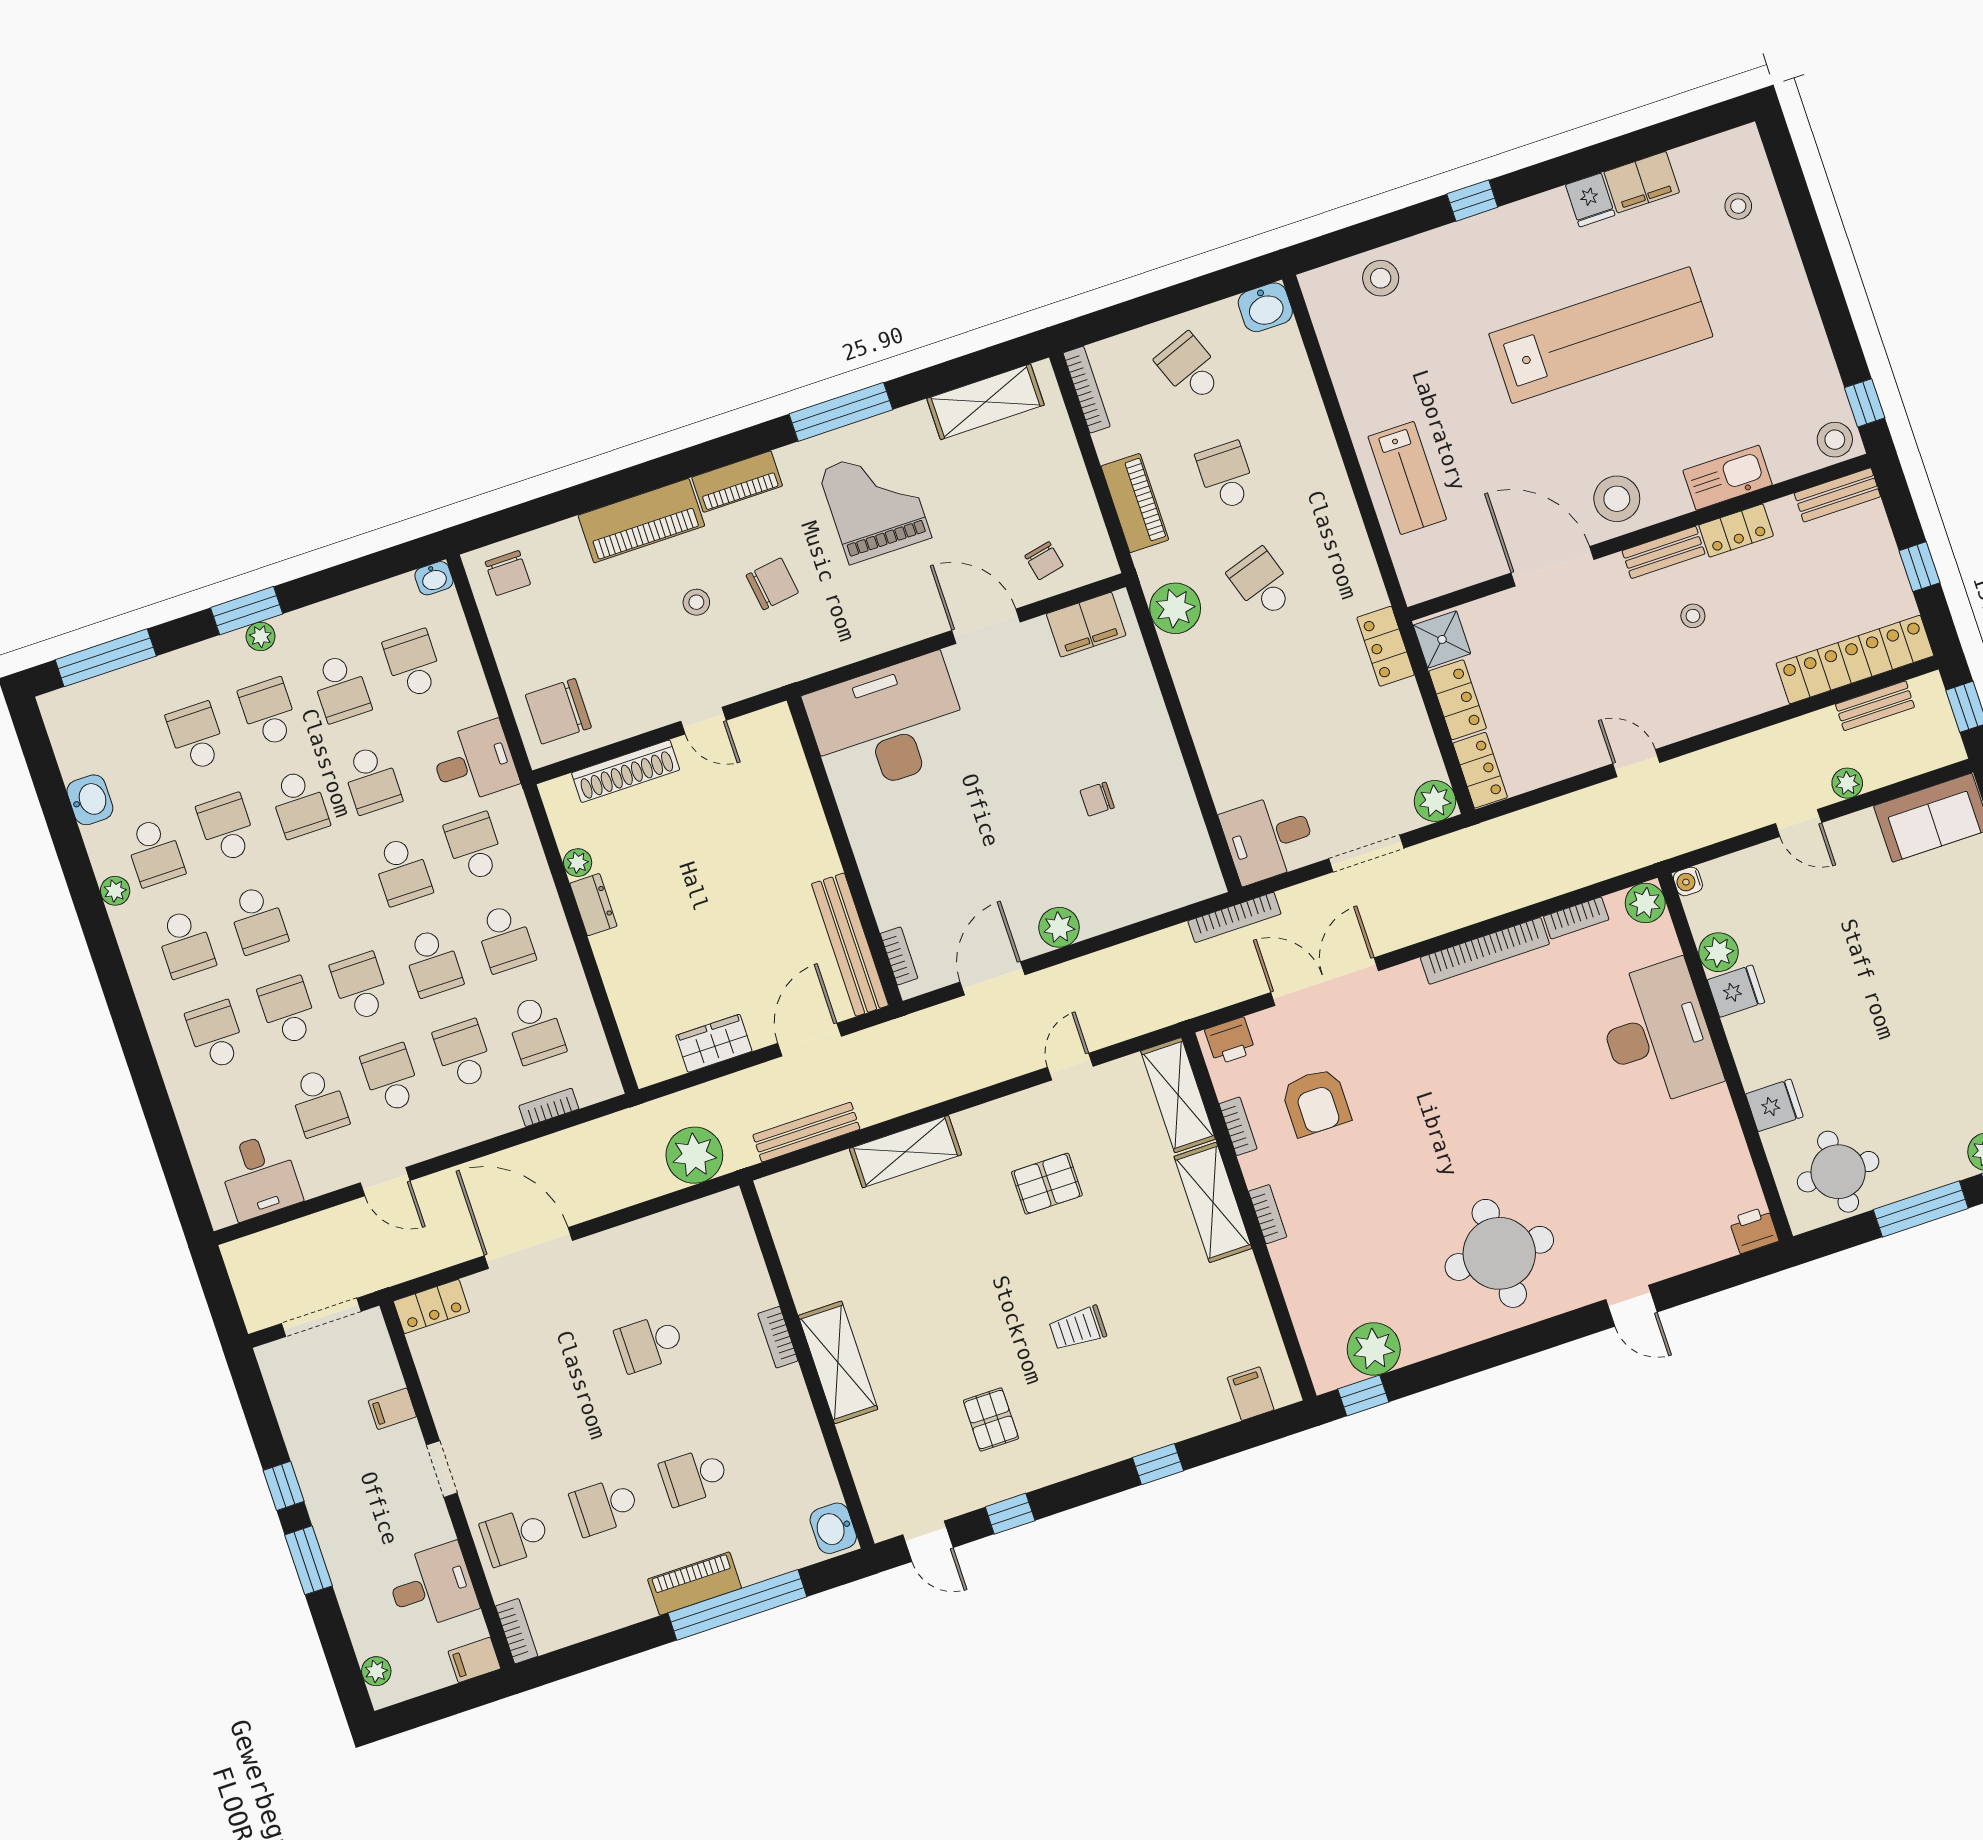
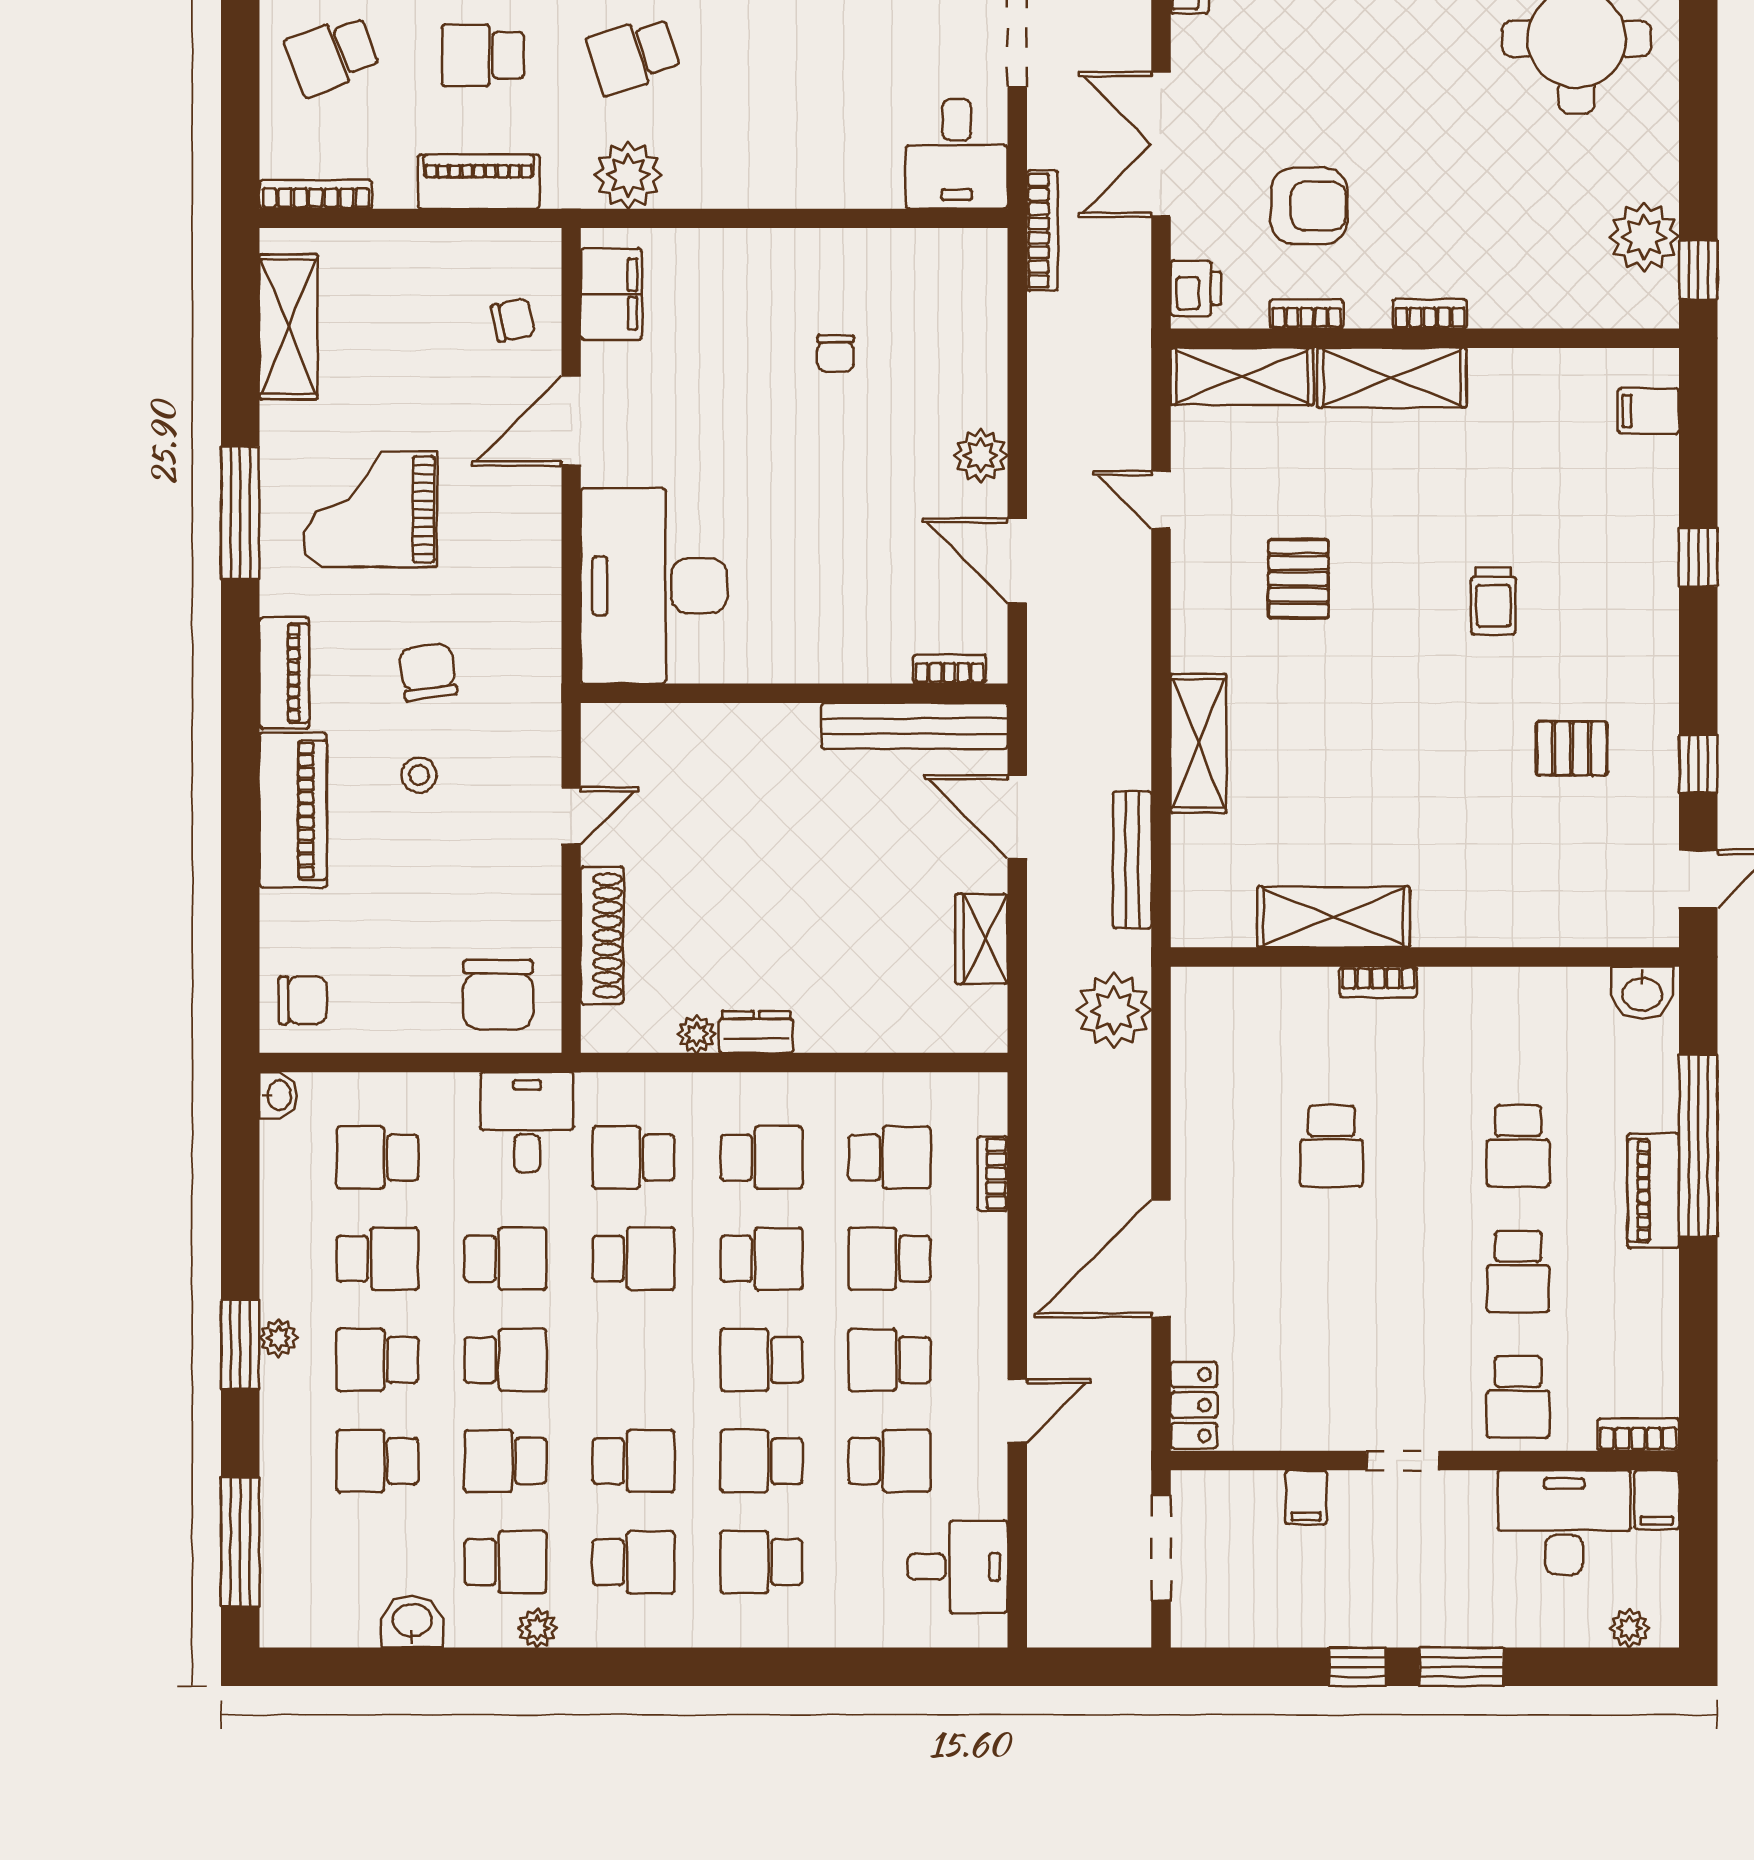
shelving: (838, 1362) -> (1333, 917), moved
desk: (432, 1586) -> (1564, 1522), width x1.37

